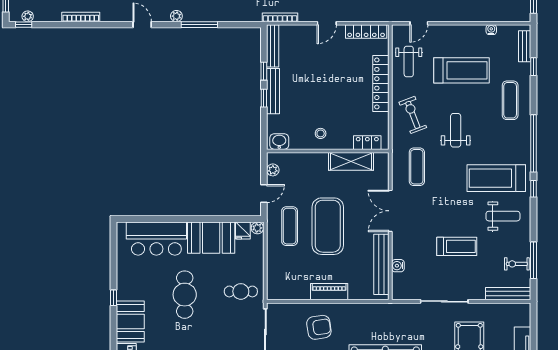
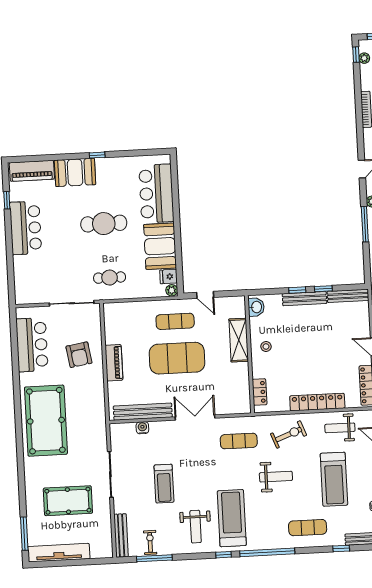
shelving: (351, 161) -> (239, 340), moved
plant: (273, 170) -> (228, 302), removed
cafe table: (241, 291) -> (110, 278), turned 90

